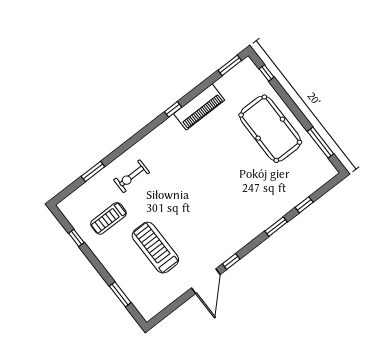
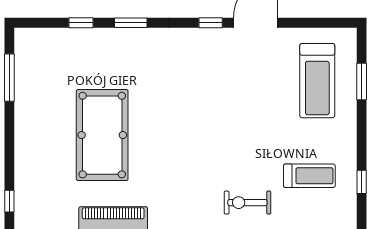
pool table: (270, 129) -> (102, 135), moved
exercise bike: (132, 176) -> (247, 203), turned 180
treadmill: (155, 248) -> (317, 81), moved

